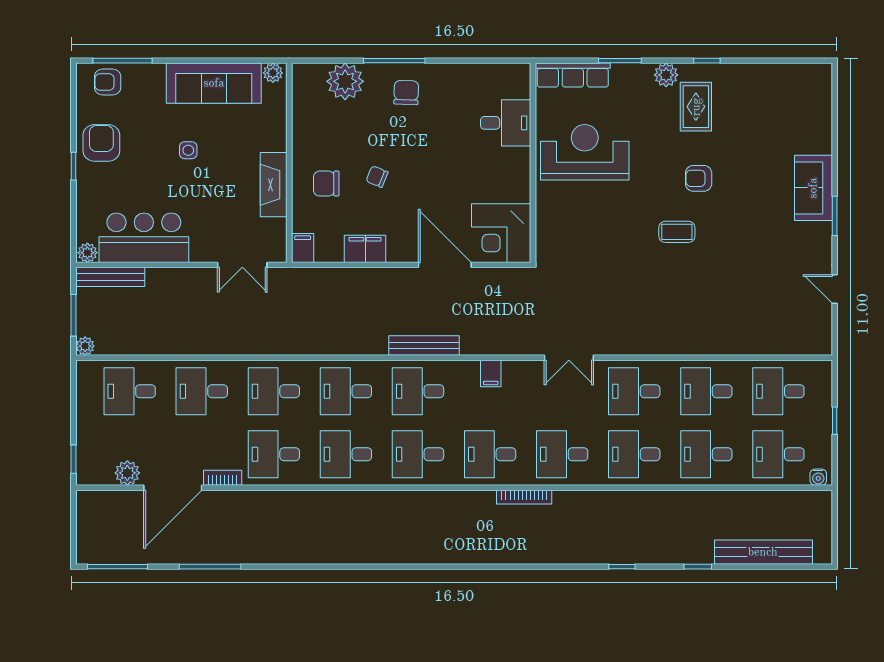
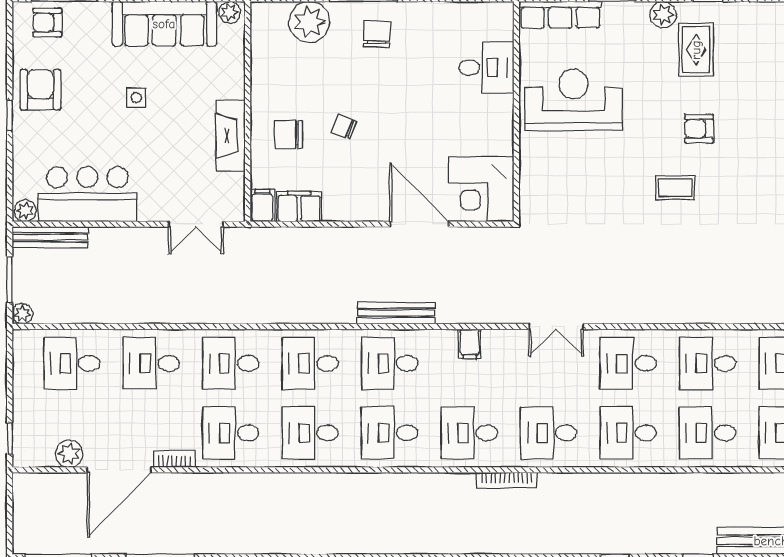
filing cabinet: (365, 249) -> (299, 206), moved

